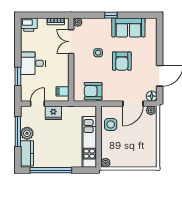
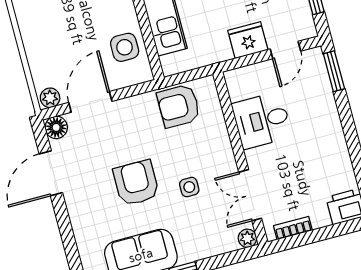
double door: (71, 42) -> (250, 195), swing flipped
desk: (33, 63) -> (262, 120), moved, turned 180
window: (18, 76) -> (334, 71), moved
filing cabinet: (63, 91) -> (241, 89), removed
armchair: (93, 91) -> (179, 106), turned 180

